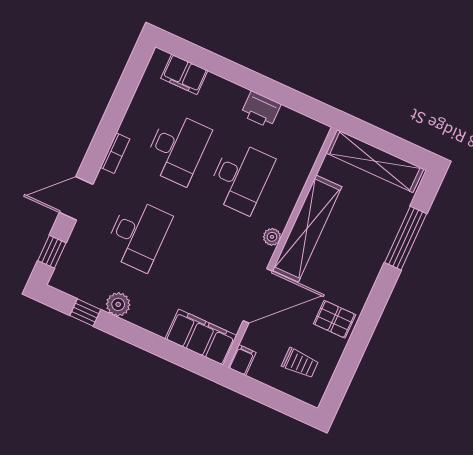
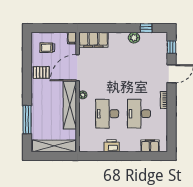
desk: (138, 235) -> (139, 70), removed

